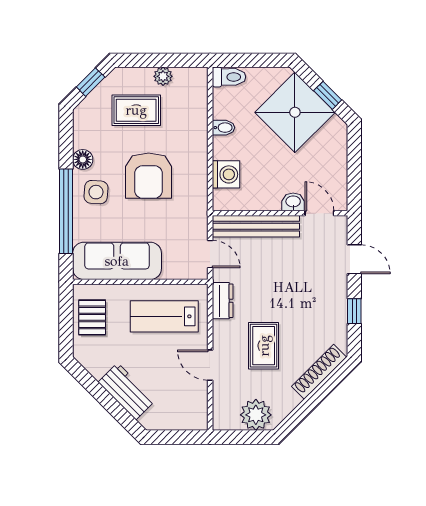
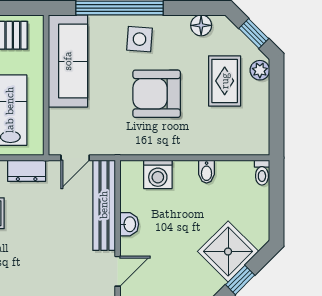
plant: (163, 76) -> (260, 70), moved
toilet: (229, 77) -> (262, 173), width x0.73, depth x0.72
shower: (295, 112) -> (228, 251), width x0.73, depth x0.73
floor lamp: (83, 159) -> (201, 25), moved
washbasin: (293, 202) -> (129, 224), moved

